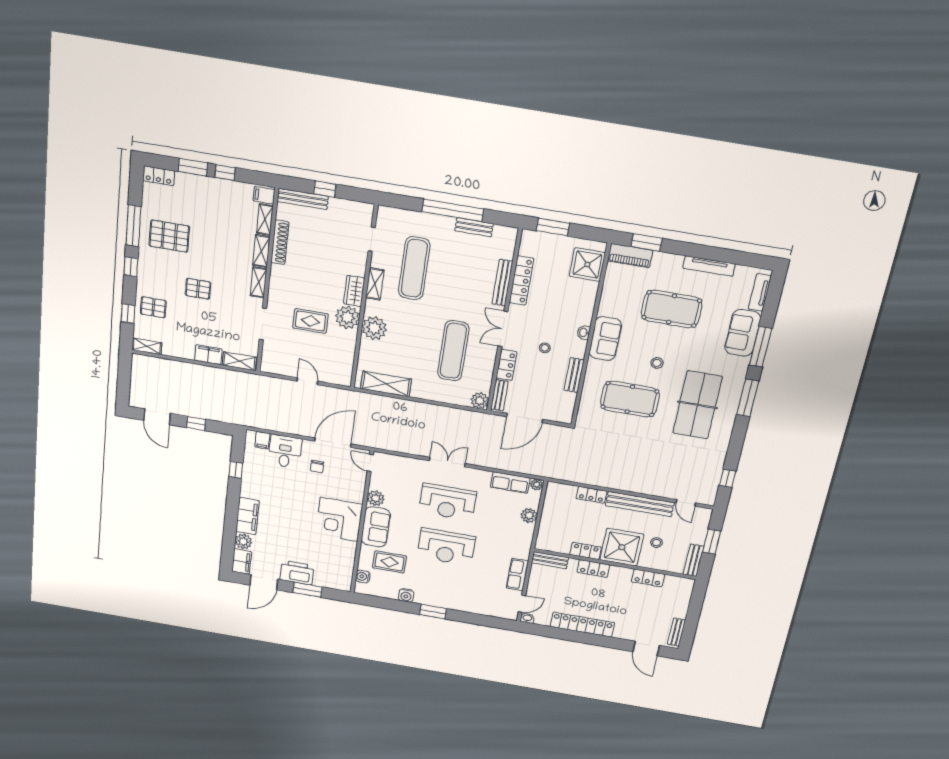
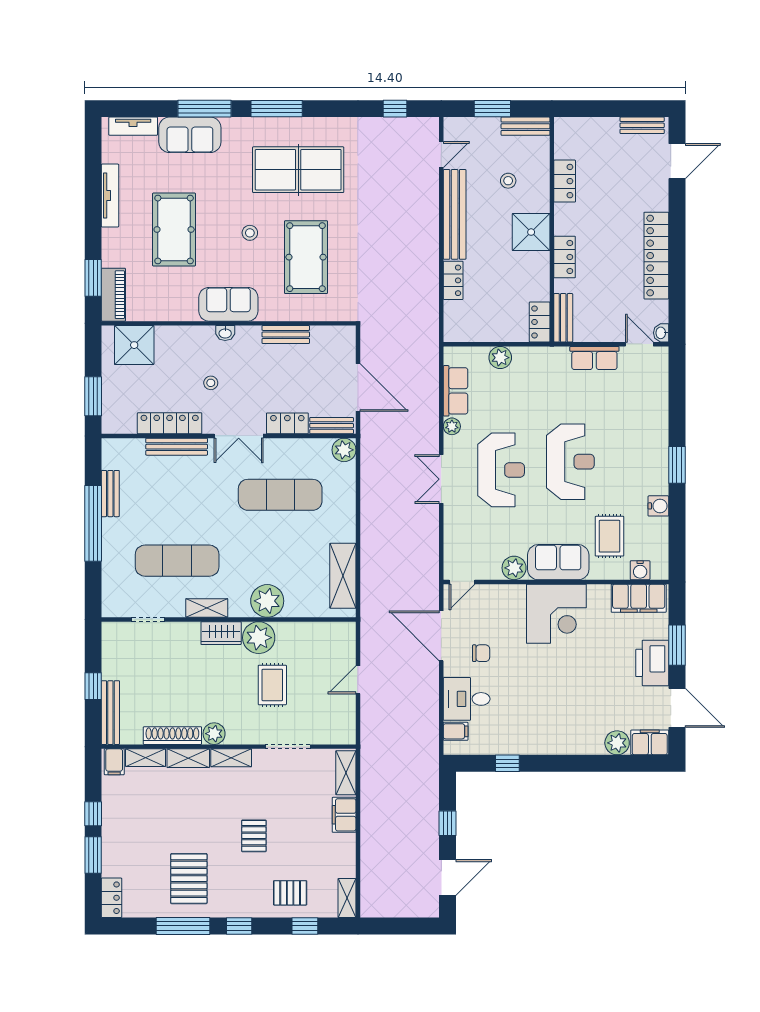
plant: (278, 273) -> (214, 734), added
pallet: (153, 307) -> (290, 893), turned 90
stool: (545, 348) -> (211, 383), moved
plant: (537, 485) -> (452, 426), moved
filing cabinet: (247, 516) -> (639, 598), moved, turned 180
shower: (622, 547) -> (531, 232), width x0.73, depth x0.73
locker: (586, 551) -> (540, 322), moved

